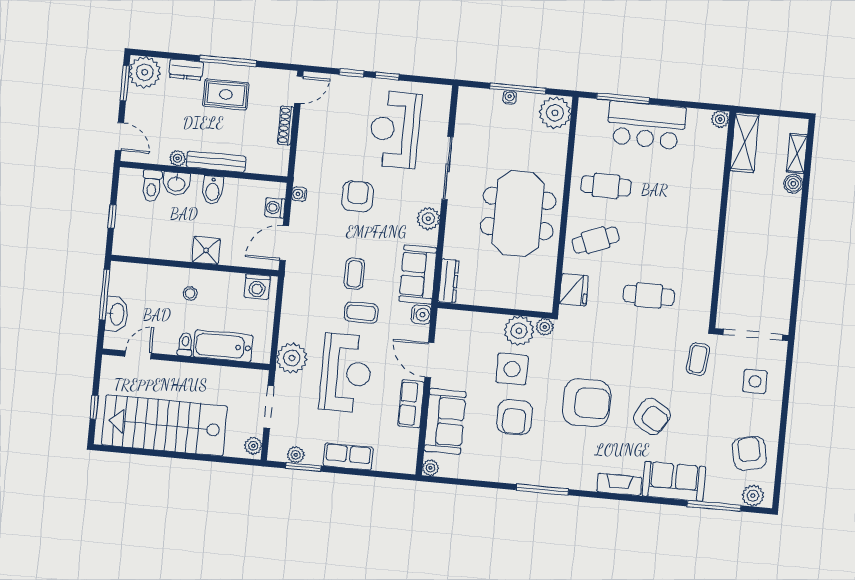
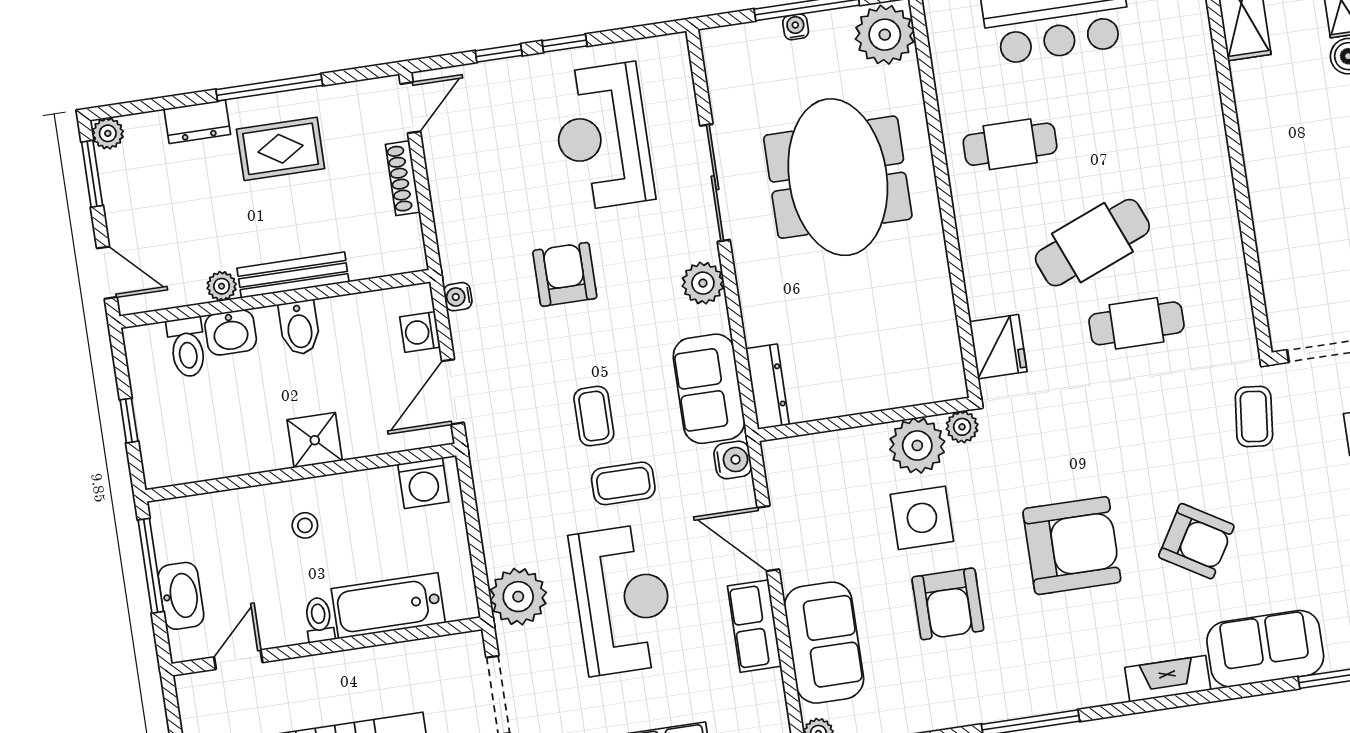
plant: (145, 72) -> (108, 133), width x0.53, depth x0.53
meeting table: (518, 213) -> (838, 177), moved
cafe table: (596, 240) -> (1092, 243), moved, width x1.37, depth x1.35

